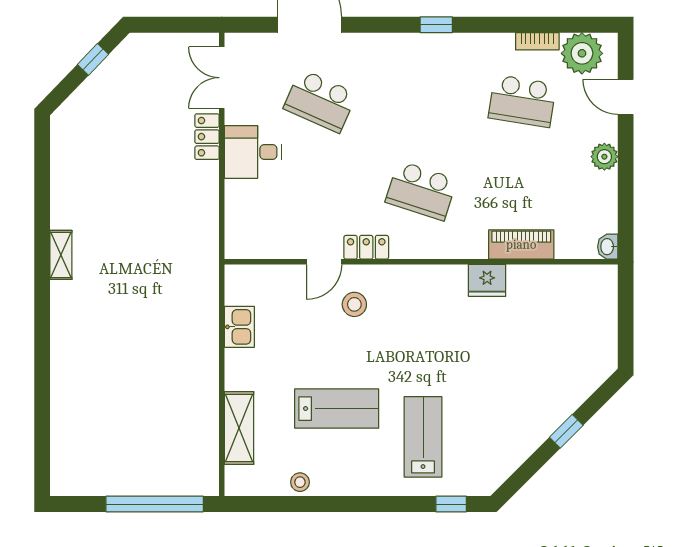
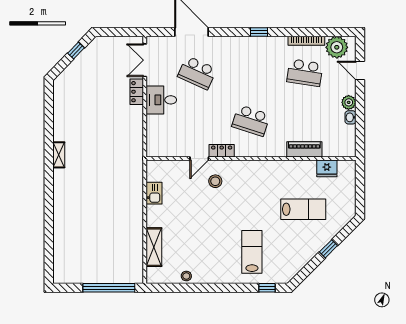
bookcase: (537, 41) -> (306, 41), width x1.56
washbasin: (608, 247) -> (350, 117), moved
fridge: (487, 280) -> (327, 168), moved
lab bench: (337, 409) -> (303, 209), moved

